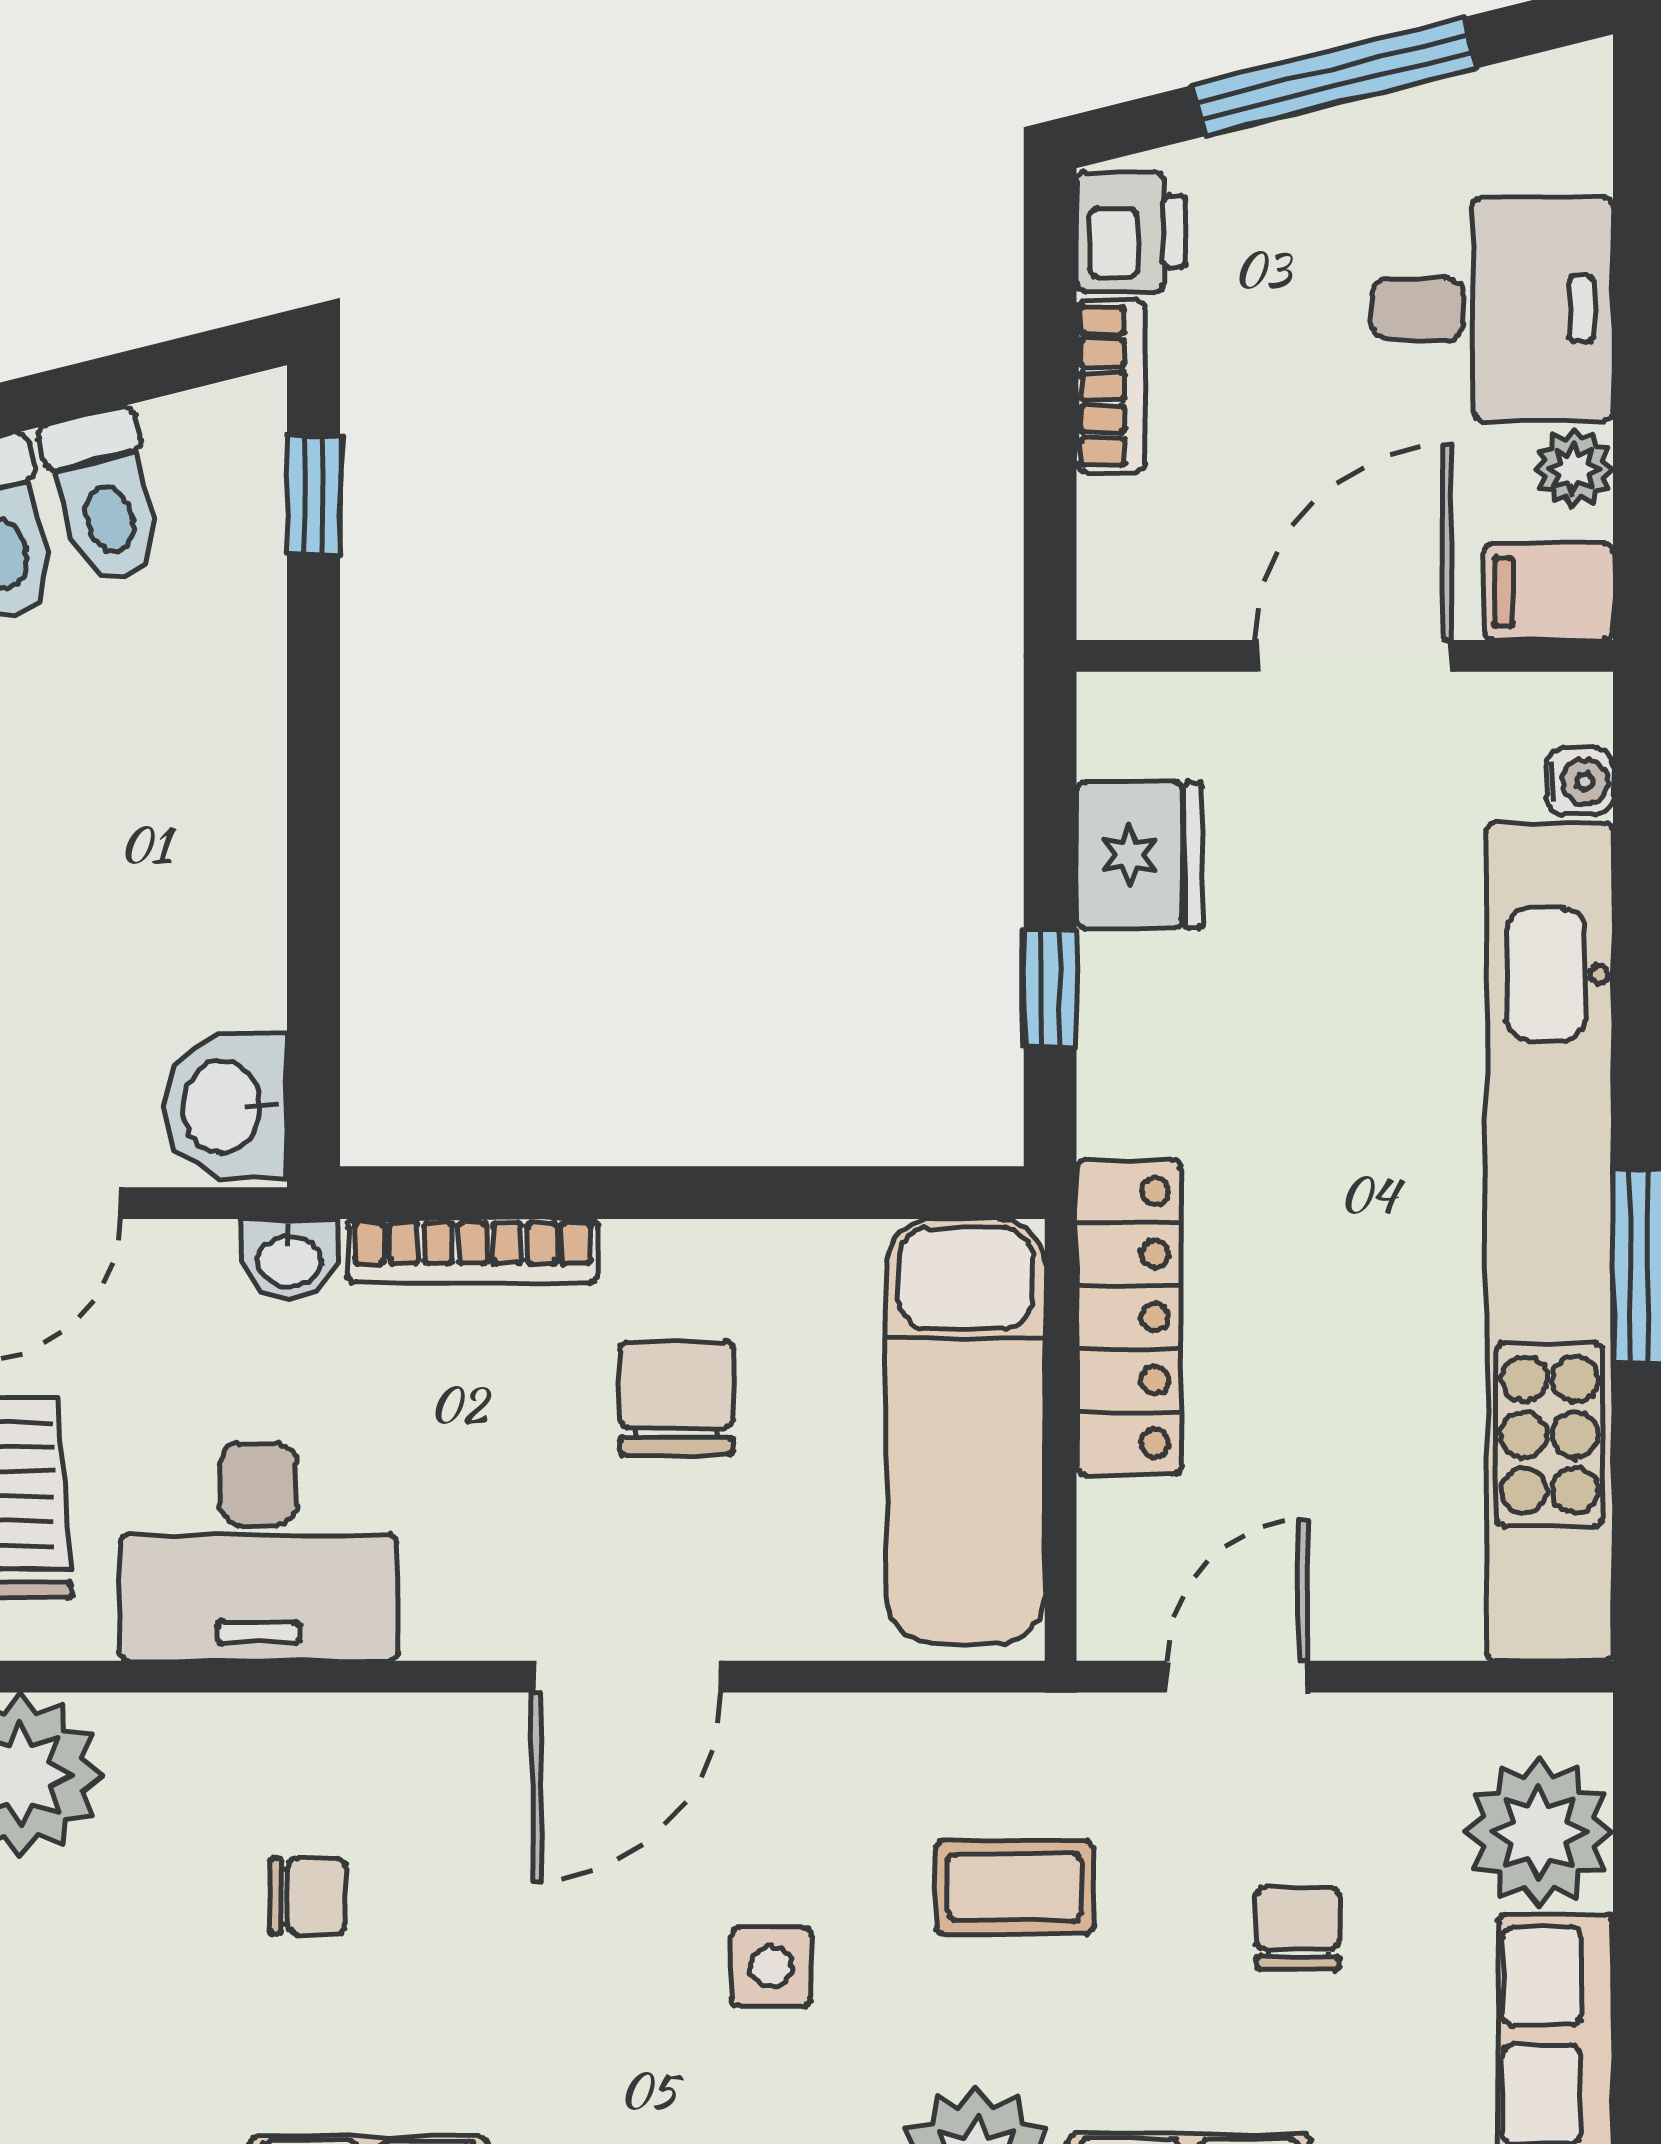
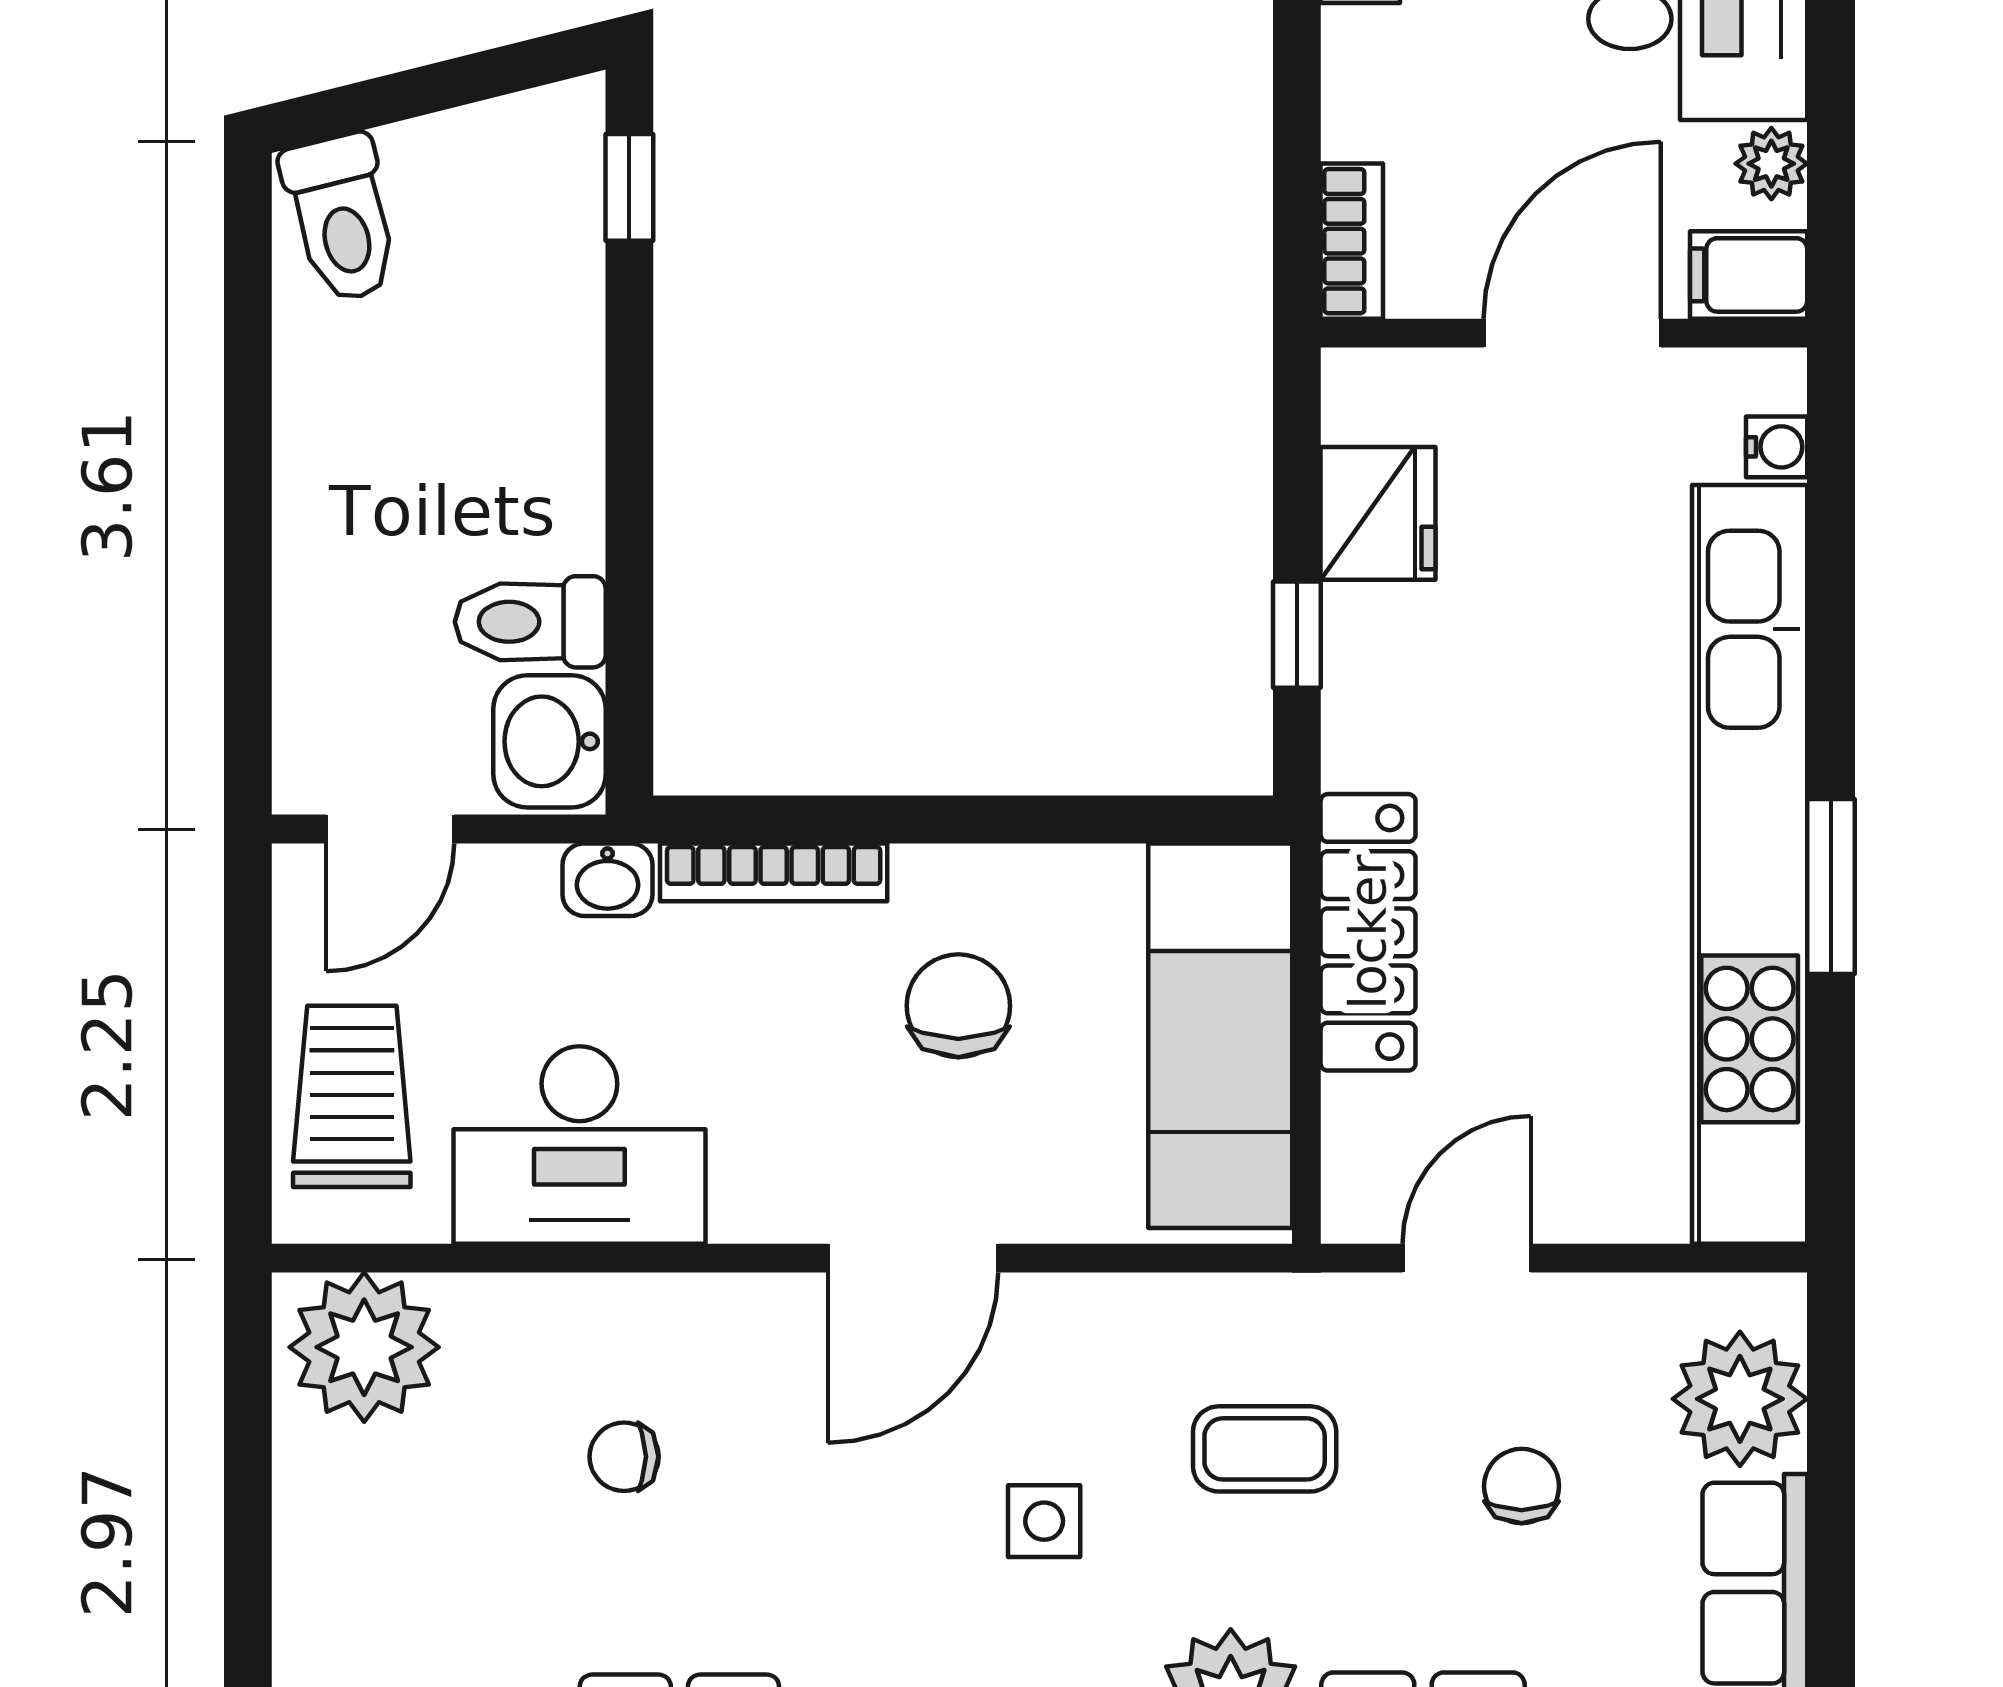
bookcase: (1111, 386) -> (1352, 241), moved
toilet: (104, 497) -> (530, 622), moved, turned 104
chair: (308, 1896) -> (624, 1457), turned 180

